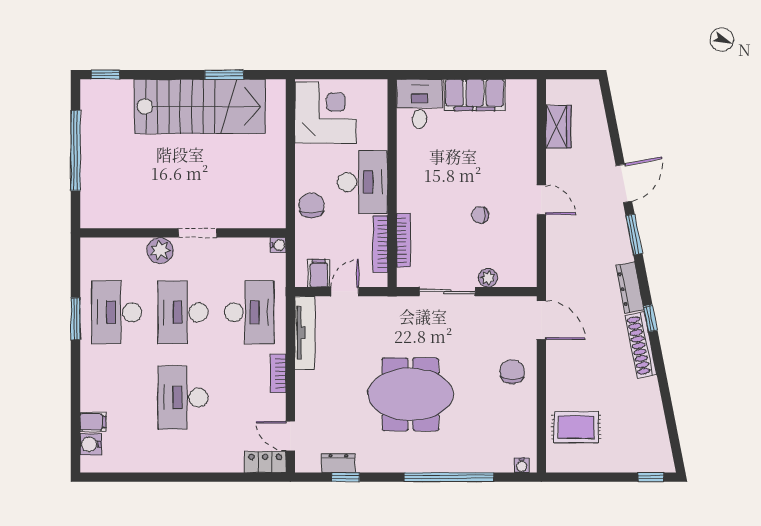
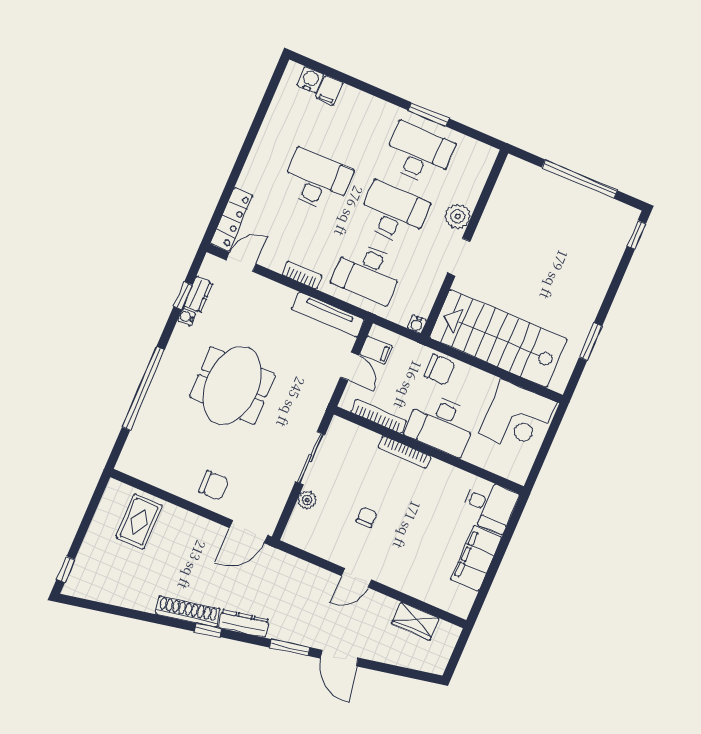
stairs: (200, 106) -> (498, 338), moved, turned 90
bookcase: (404, 240) -> (404, 452), moved
locker: (265, 462) -> (232, 219), width x1.53
water cooler: (521, 465) -> (186, 317), moved

